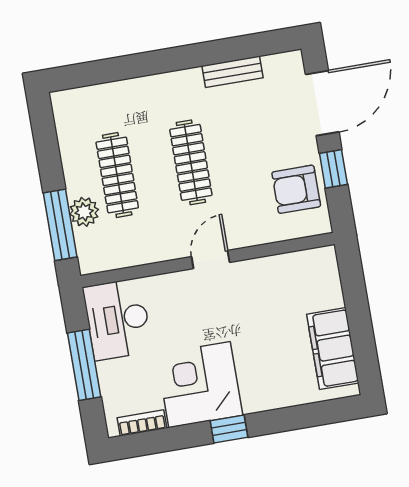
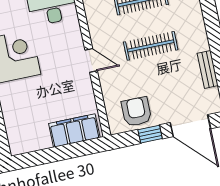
filing cabinet: (333, 349) -> (74, 131), moved

